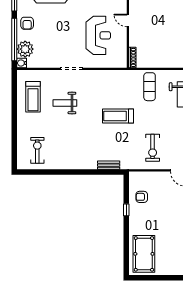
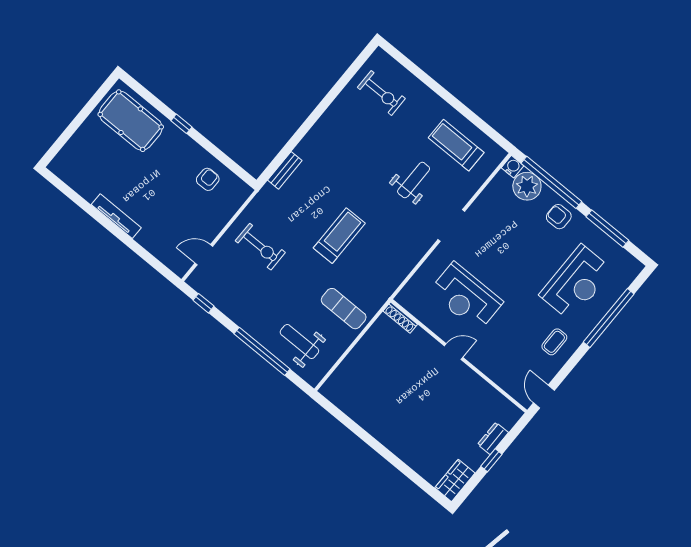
exercise bike: (153, 148) -> (260, 247), turned 180
window: (126, 210) -> (181, 124), moved

